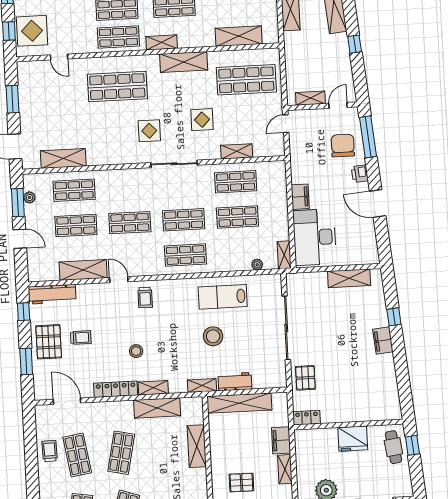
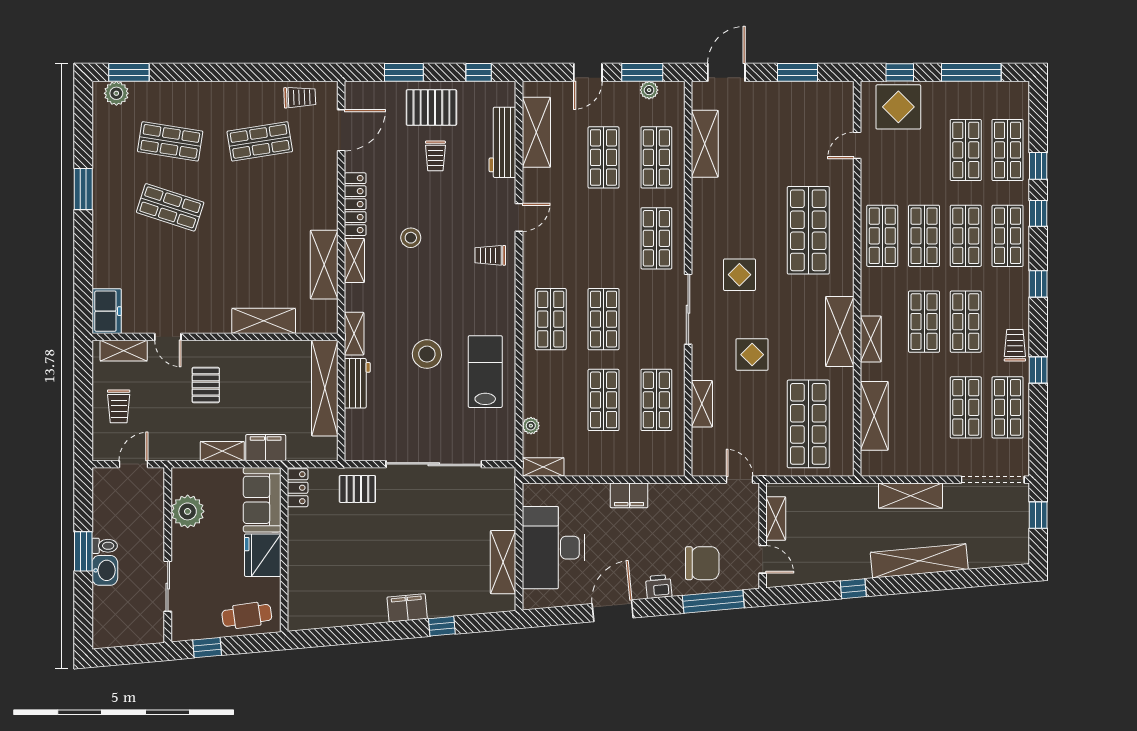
shelving: (162, 42) -> (871, 339), moved
shop shelf: (130, 223) -> (656, 238), moved
desk: (315, 237) -> (553, 548), moved, turned -90
shelving: (83, 270) -> (536, 132), moved
workbench: (52, 294) -> (502, 142), moved
sofa: (316, 441) -> (262, 500), added
window: (412, 445) -> (207, 648), moved
trolley: (50, 451) -> (300, 97), moved
shop shelf: (121, 453) -> (260, 207), removed

